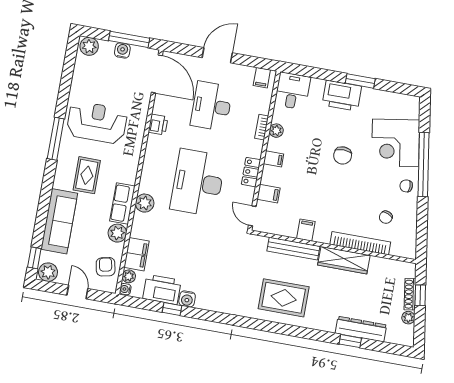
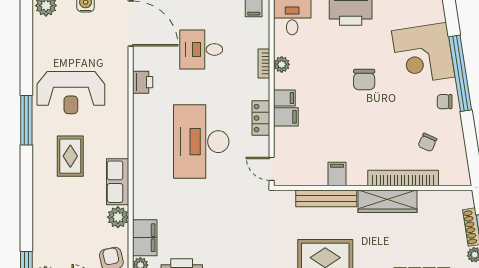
desk: (212, 106) -> (201, 49), width x0.73
reception desk: (97, 122) -> (71, 93), turned 180
filing cabinet: (269, 194) -> (286, 117), moved
plant: (145, 203) -> (143, 176), removed
sofa: (59, 221) -> (48, 216), removed

